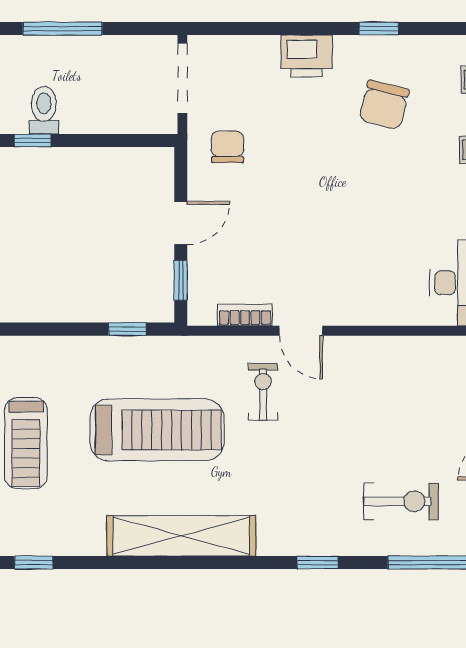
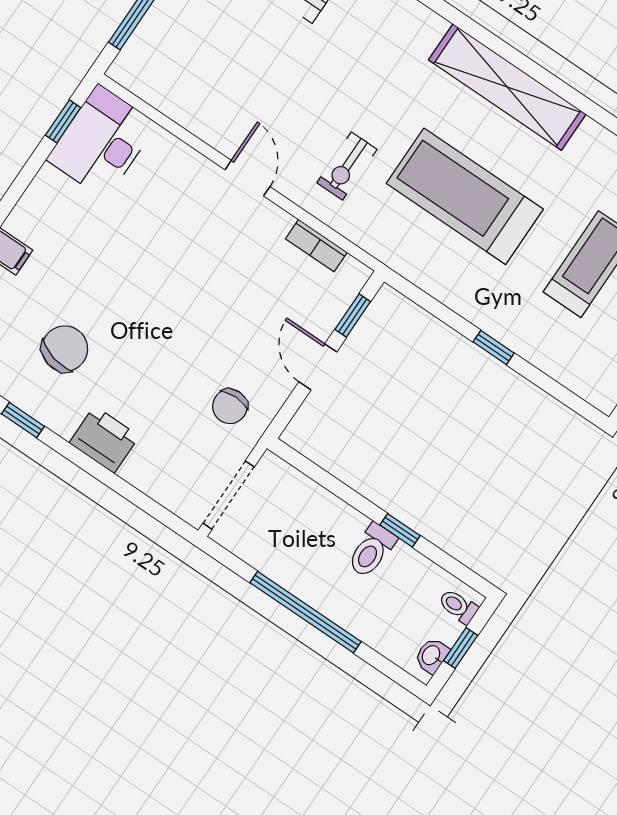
window: (62, 29) -> (306, 612), width x1.46
door: (181, 223) -> (318, 367), hinge flipped
window: (127, 329) -> (494, 348), moved
door: (301, 331) -> (247, 178), moved

